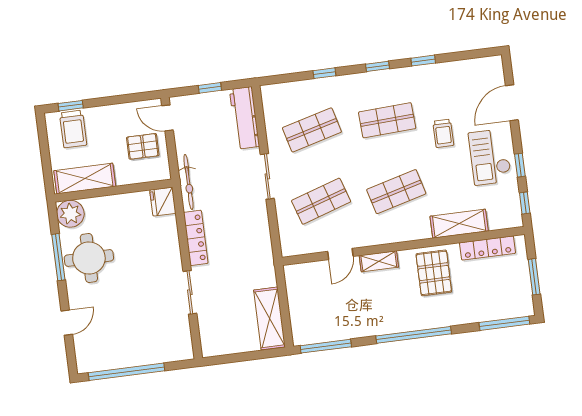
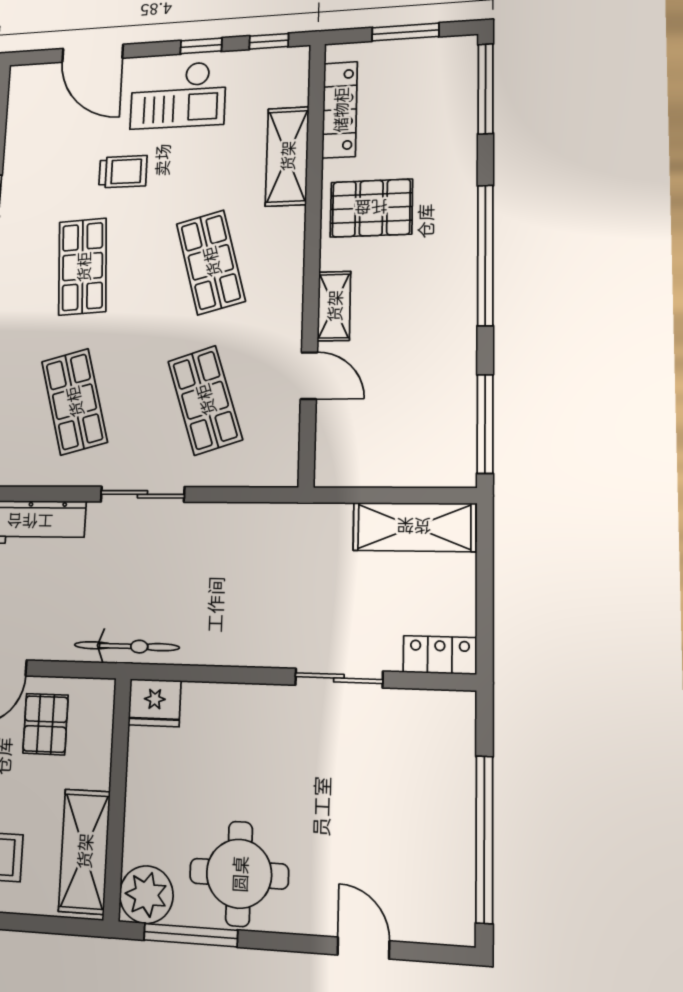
locker: (196, 238) -> (440, 655), moved, width x0.66
window: (58, 257) -> (191, 935), moved

